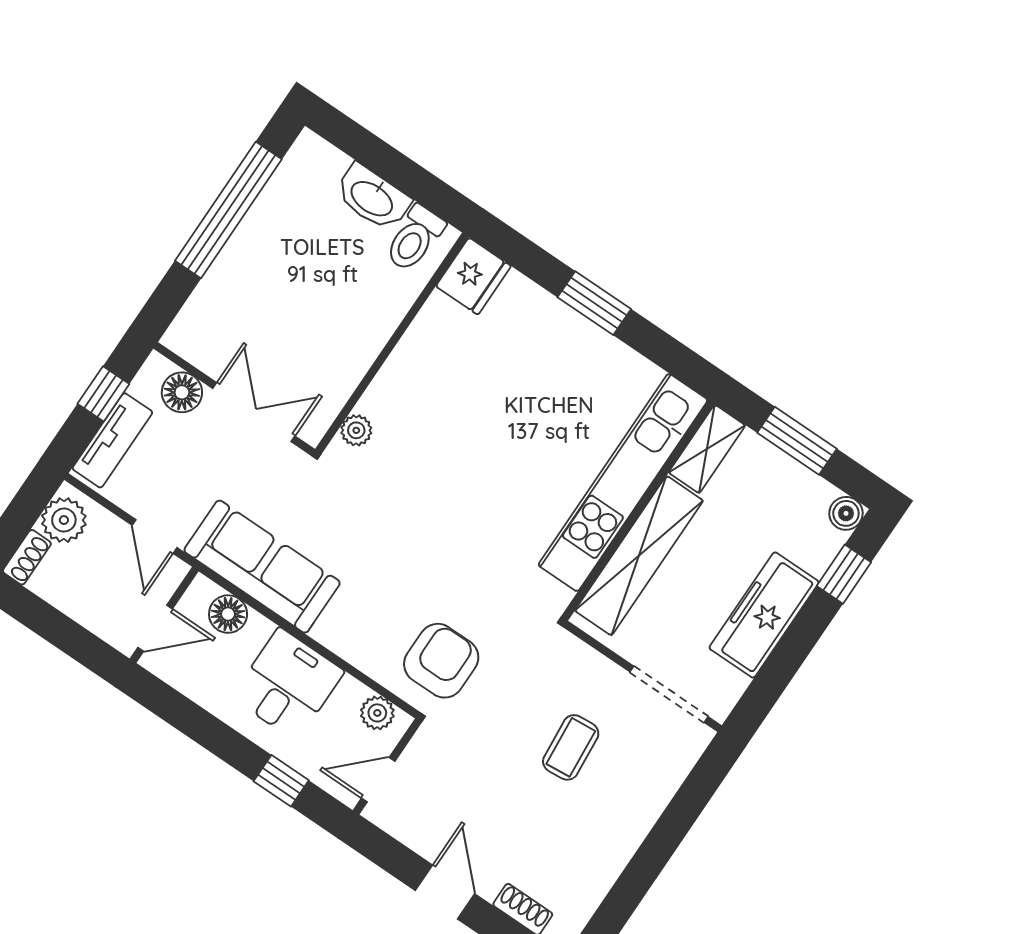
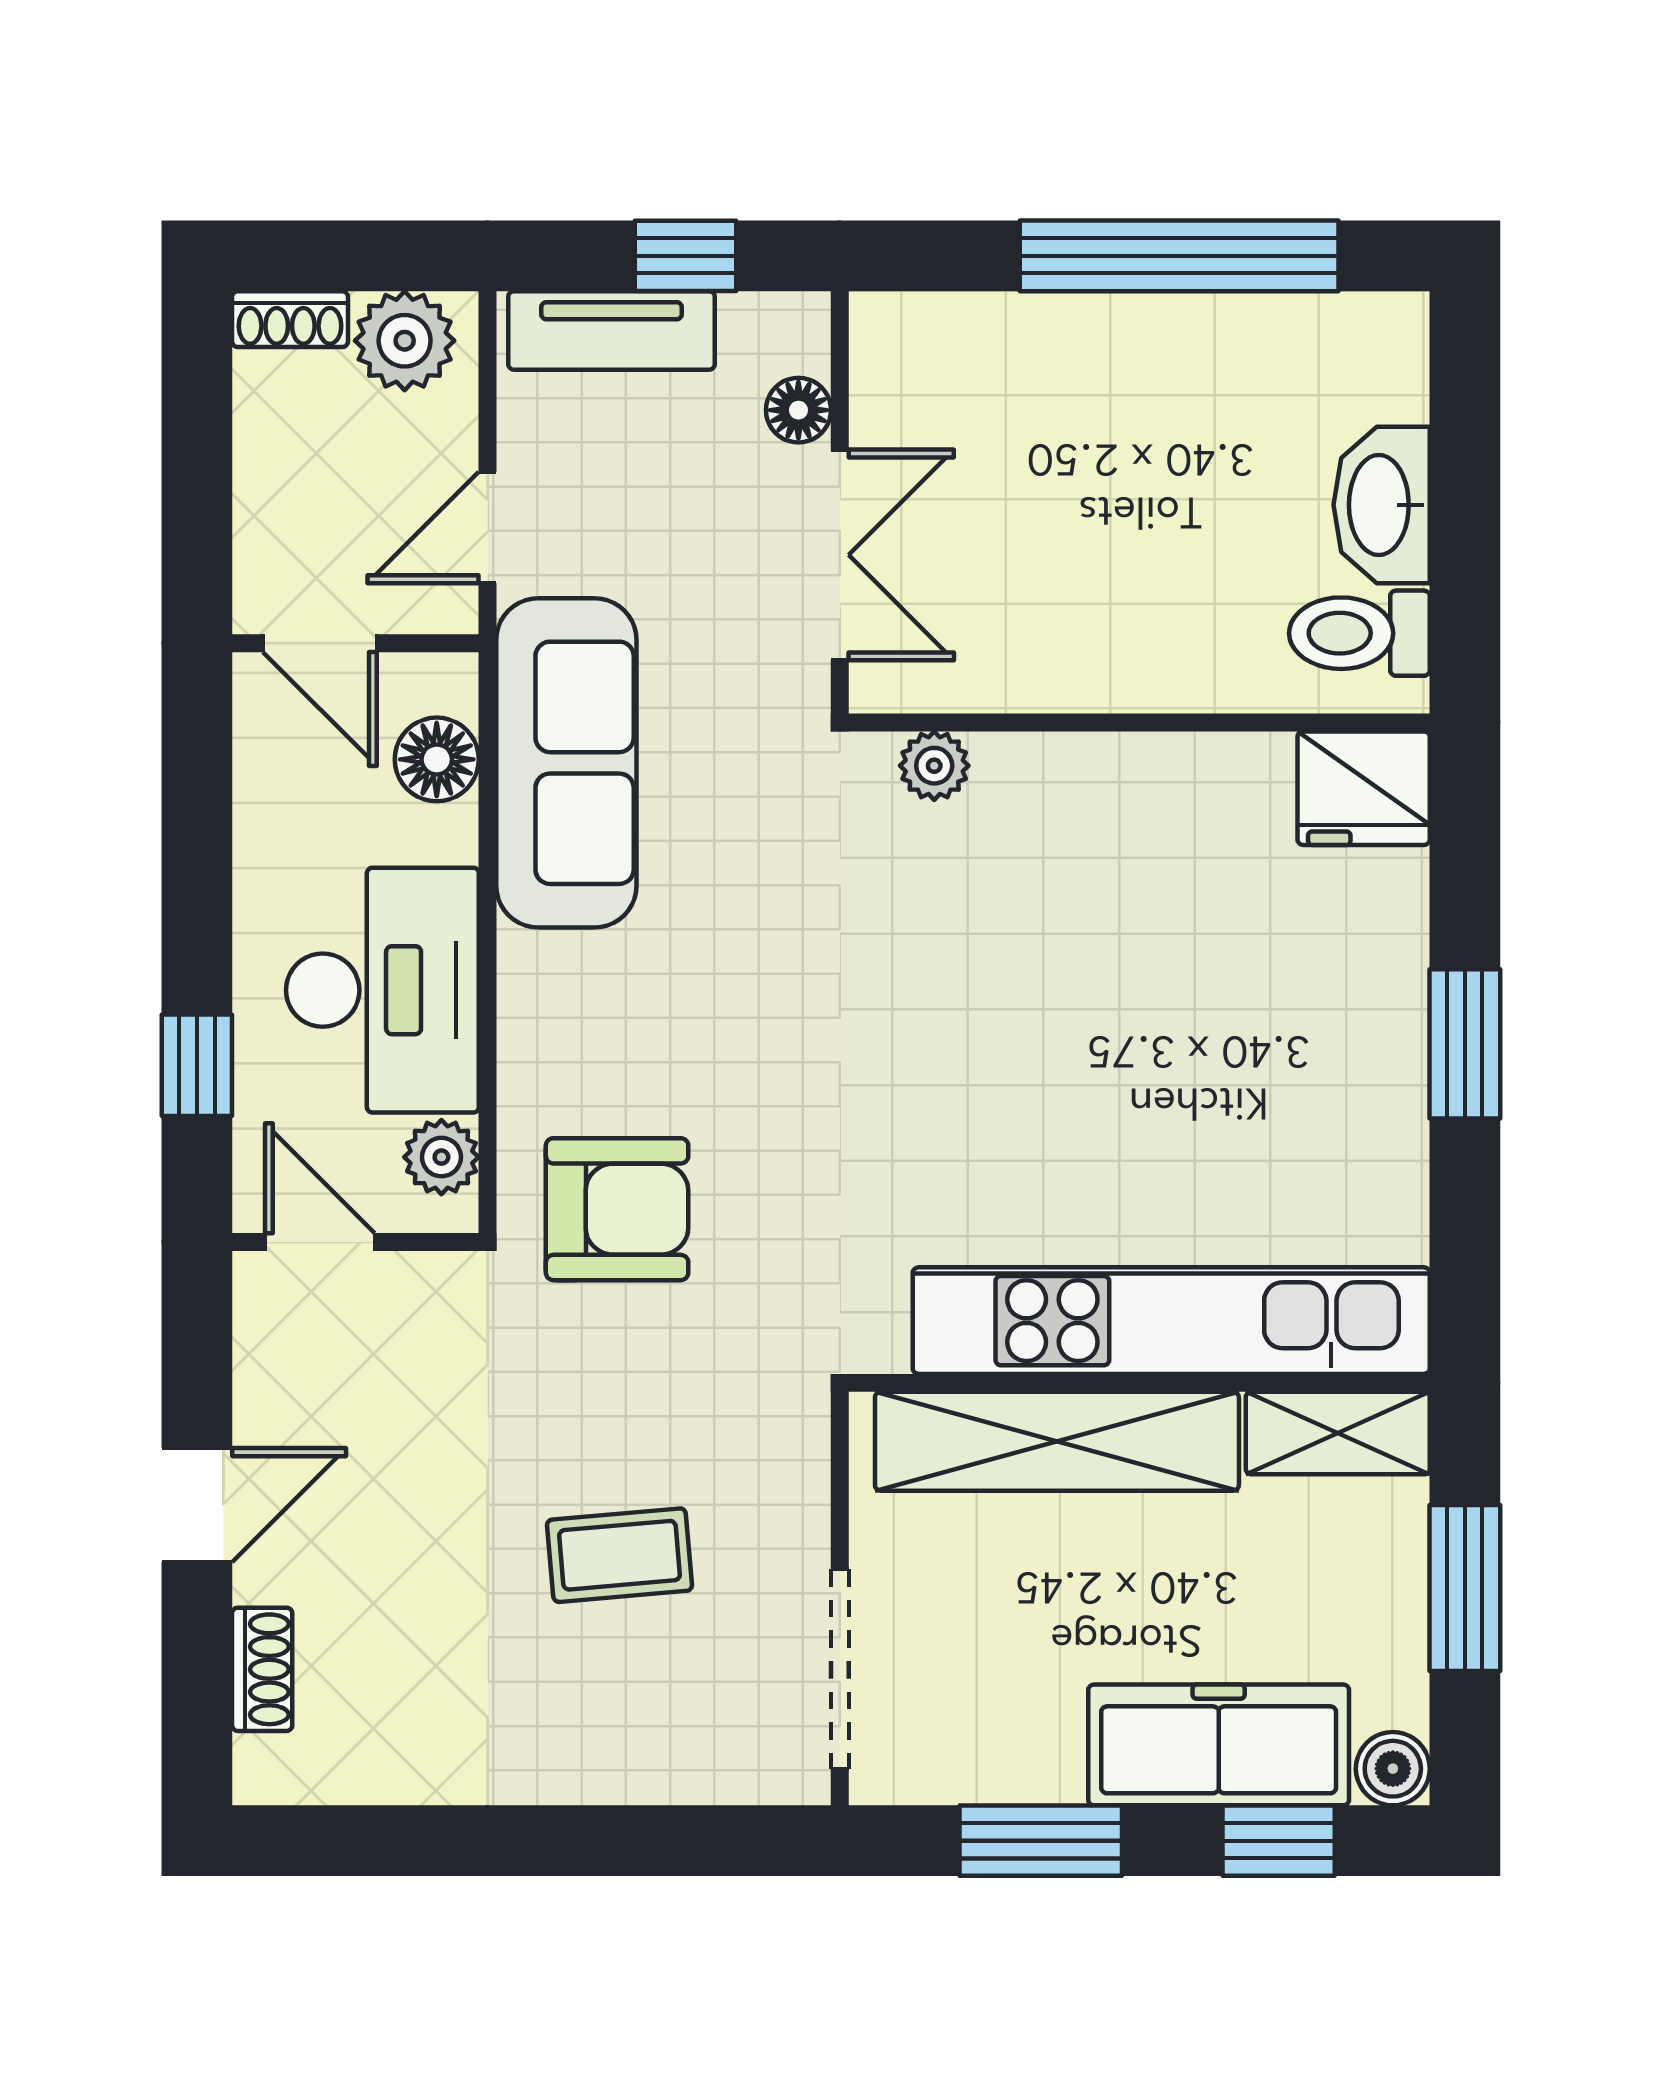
floor lamp: (182, 392) -> (798, 410), width x0.73, depth x0.73
freezer: (764, 615) -> (1219, 1745), moved
window: (784, 663) -> (1041, 1841), added
desk: (288, 684) -> (382, 990), width x1.37

